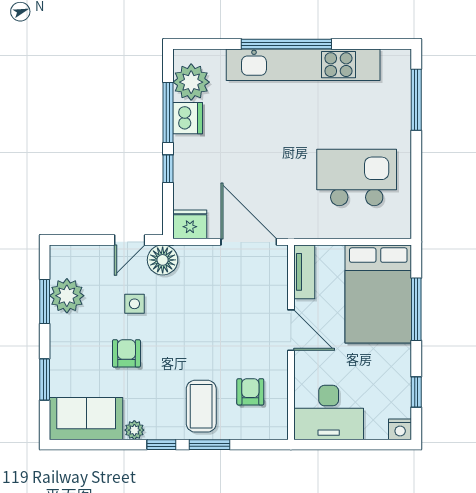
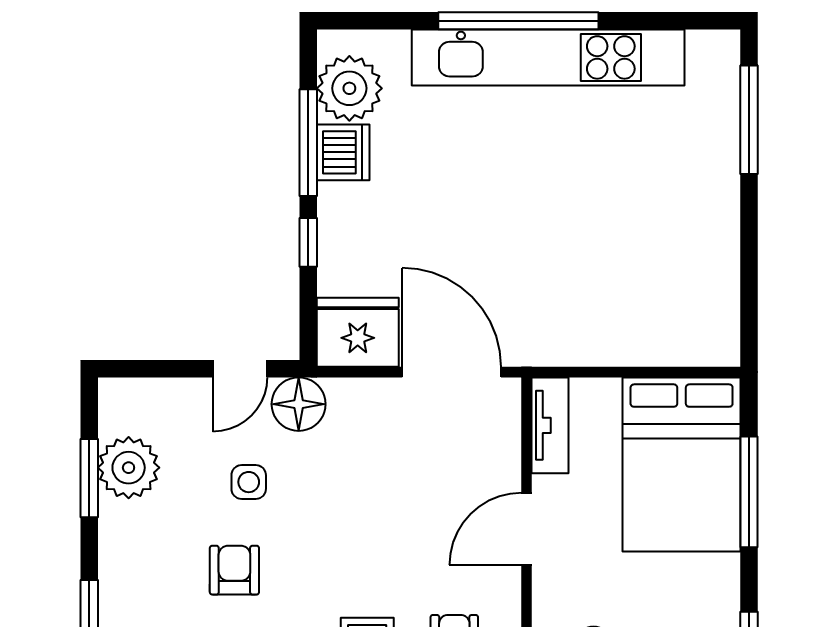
kitchen island: (357, 177) -> (643, 258), removed
fridge: (190, 224) -> (358, 332), width x1.36, depth x1.34
door: (291, 330) -> (527, 529), swing flipped

